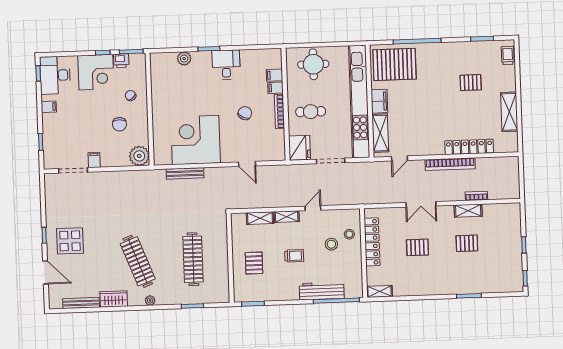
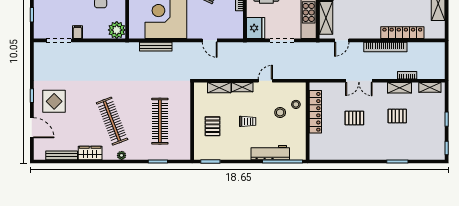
shelving: (379, 291) -> (430, 87), moved

